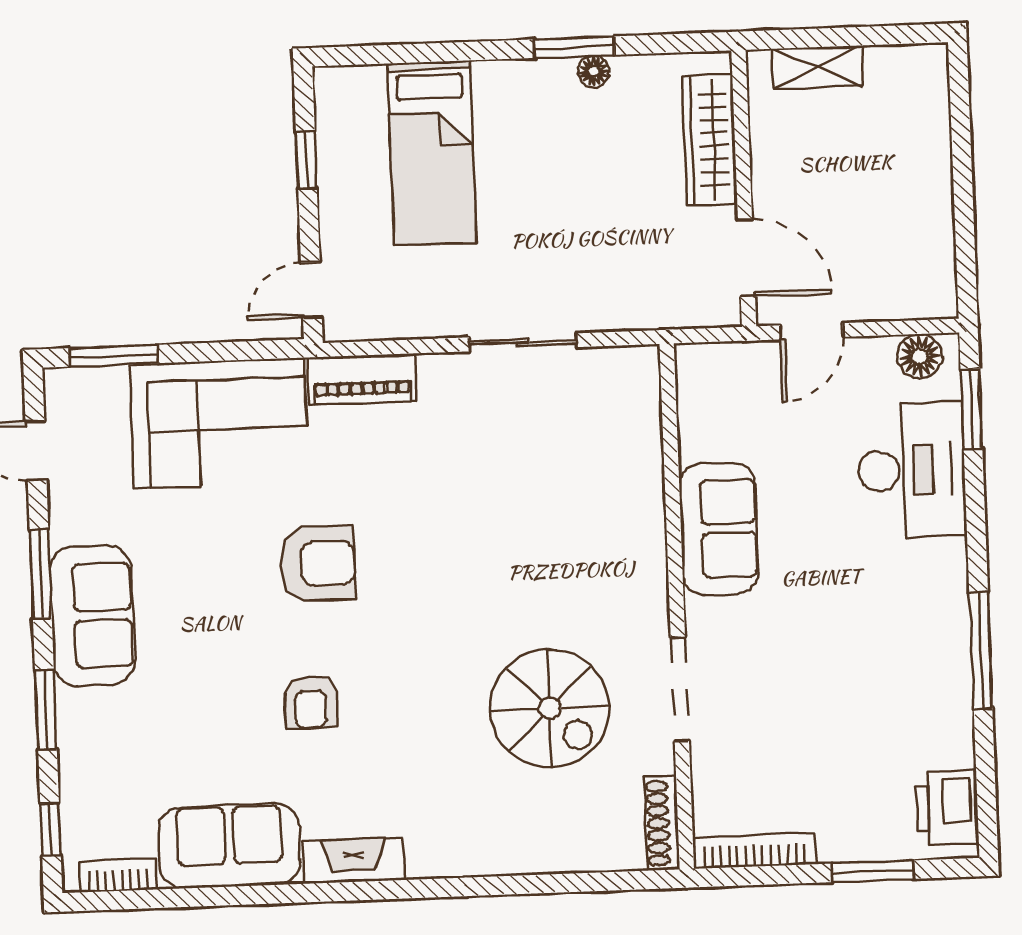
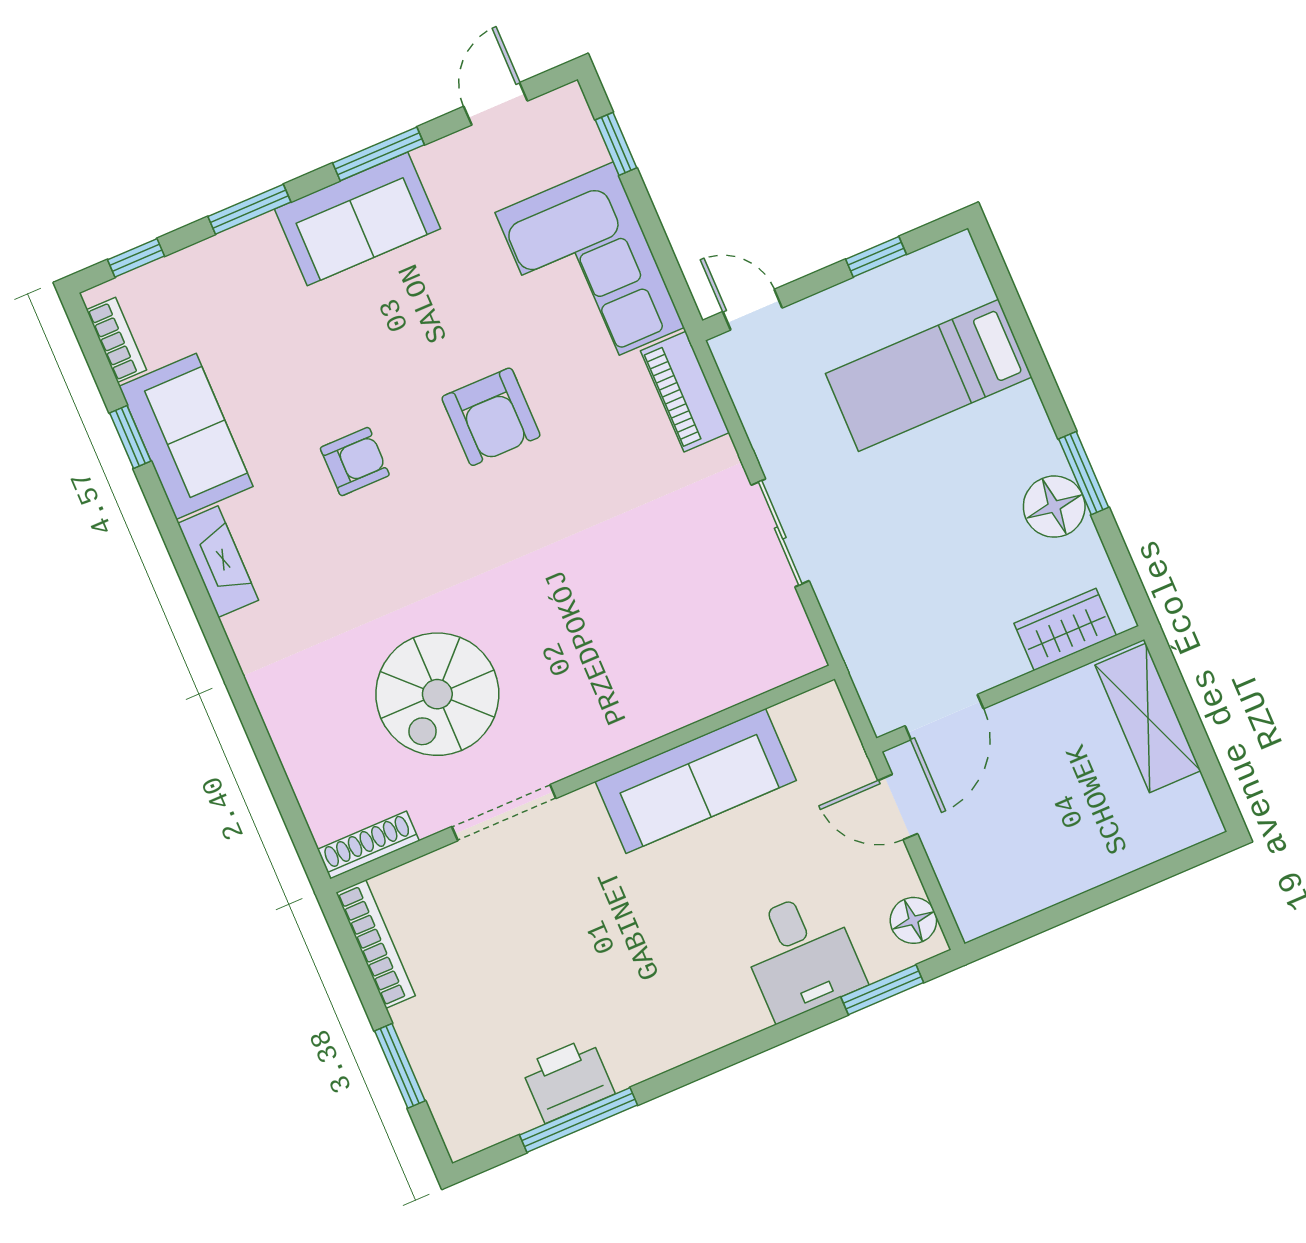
shelving: (818, 67) -> (1148, 718), width x1.50, depth x1.33
floor lamp: (594, 71) -> (1054, 507), width x1.89, depth x1.89
wardrobe: (710, 140) -> (1065, 629), width x0.67
window: (114, 356) -> (616, 144), width x0.67
desk: (912, 470) -> (801, 955), width x0.73
sofa: (719, 529) -> (696, 781), width x1.36
window: (981, 651) -> (579, 1120), moved
armchair: (311, 702) -> (355, 462), turned 180
printer: (947, 808) -> (568, 1080), moved
window: (211, 897) -> (130, 437), added

